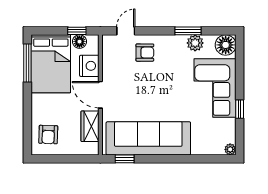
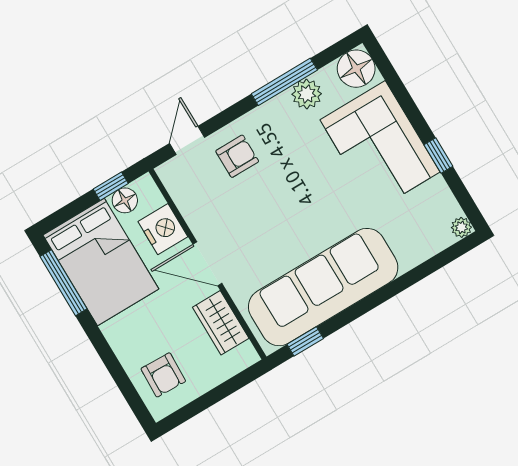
window: (188, 31) -> (284, 82), width x1.44

